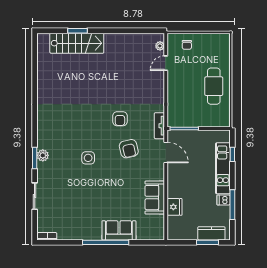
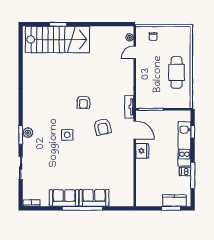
stairs: (77, 43) -> (57, 40), width x1.36, depth x1.51
armchair: (120, 119) -> (83, 102), moved
sofa: (155, 198) -> (64, 198), moved, turned 90
fridge: (174, 207) -> (142, 151), moved

